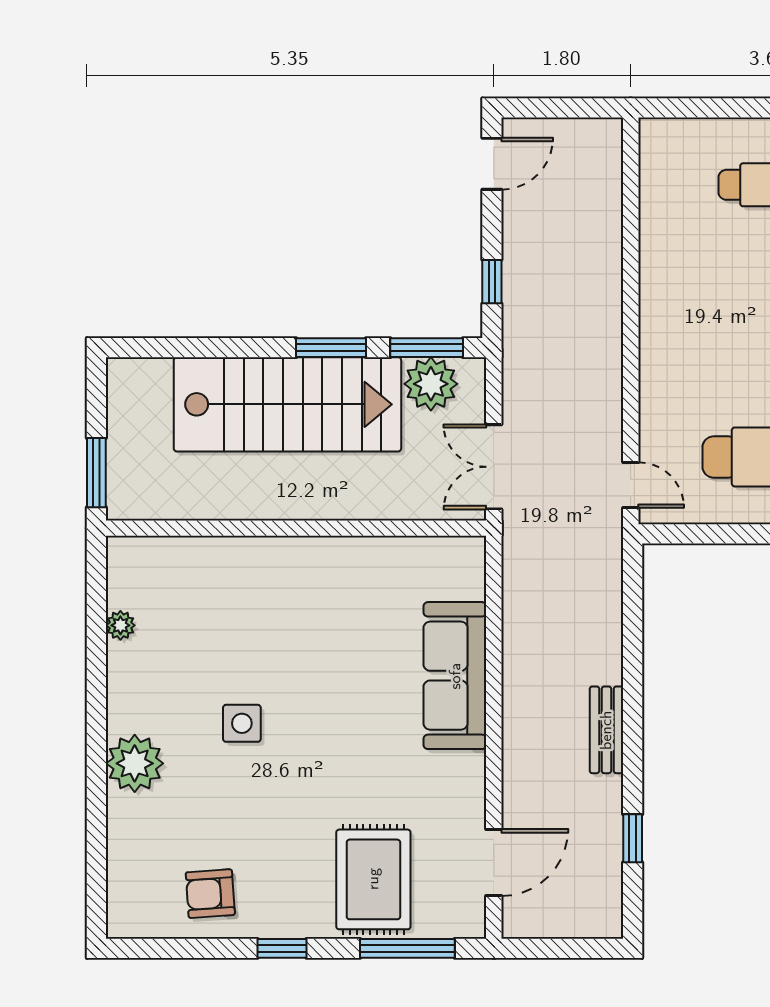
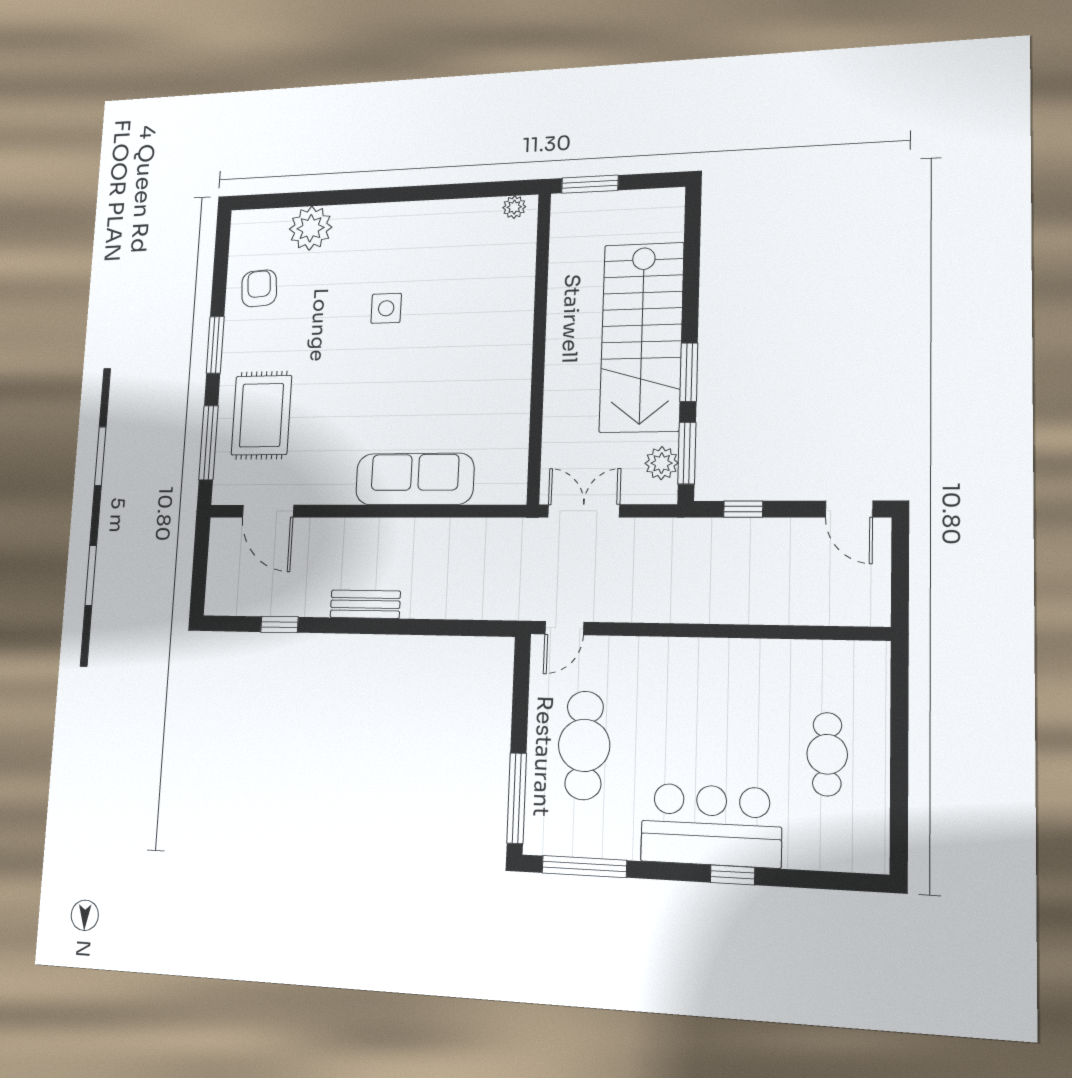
plant: (431, 384) -> (662, 463), width x0.73, depth x0.73
plant: (120, 625) -> (514, 207), moved
plant: (135, 763) -> (311, 228), moved
rug: (373, 879) -> (261, 415), turned 90
window: (282, 948) -> (215, 345), width x1.50

